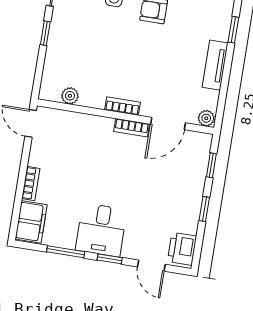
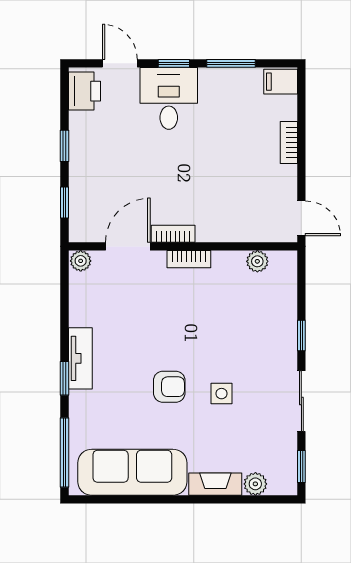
tv unit: (215, 65) -> (80, 358), moved
filing cabinet: (31, 222) -> (281, 82), width x0.50
desk: (101, 230) -> (169, 98), moved

